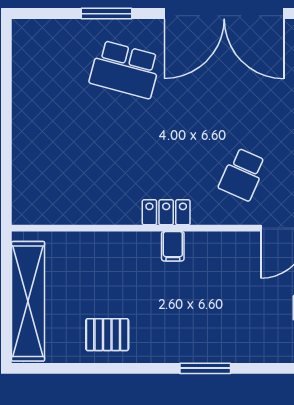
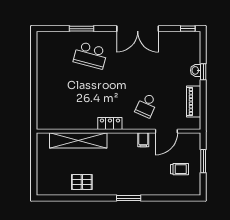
double door: (224, 14) -> (138, 29), width x0.73
filing cabinet: (173, 246) -> (143, 140), moved
shelving: (28, 301) -> (78, 140), moved, turned 90

